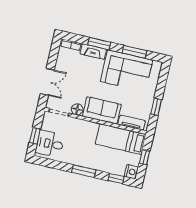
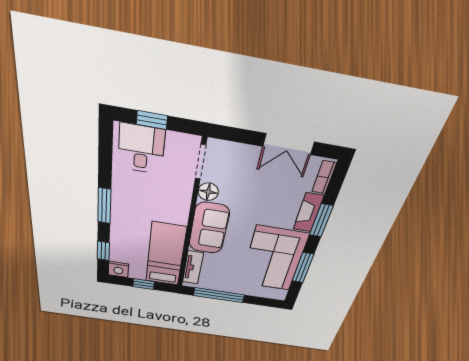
double door: (47, 82) -> (289, 144), moved
window: (156, 107) -> (219, 295), width x2.17

